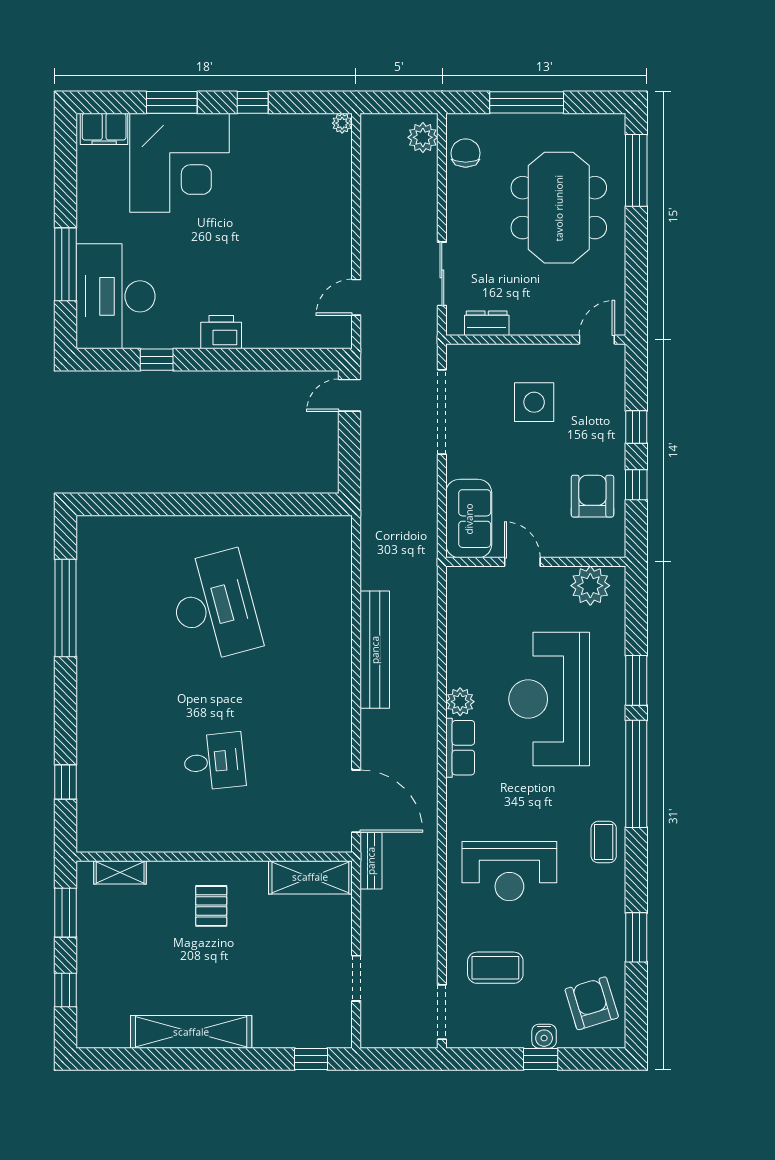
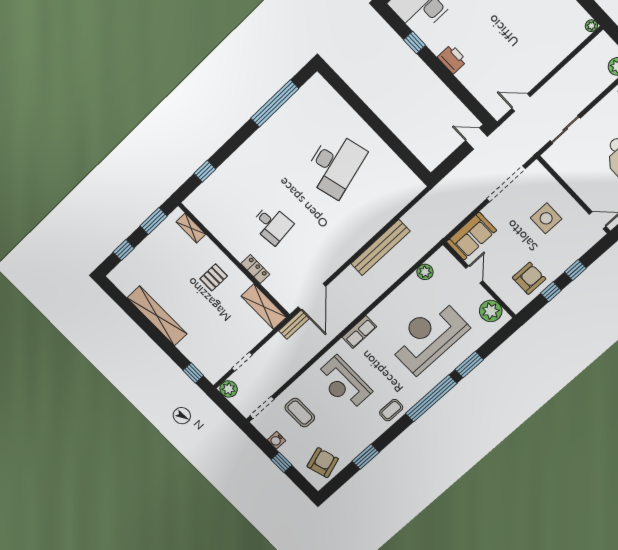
dresser: (487, 323) -> (562, 168), removed
plant: (460, 702) -> (425, 272), moved
row of seats: (460, 748) -> (359, 332), moved
locker: (251, 840) -> (255, 269), added
plant: (376, 1033) -> (229, 389), added
water cooler: (544, 1036) -> (276, 440), moved

